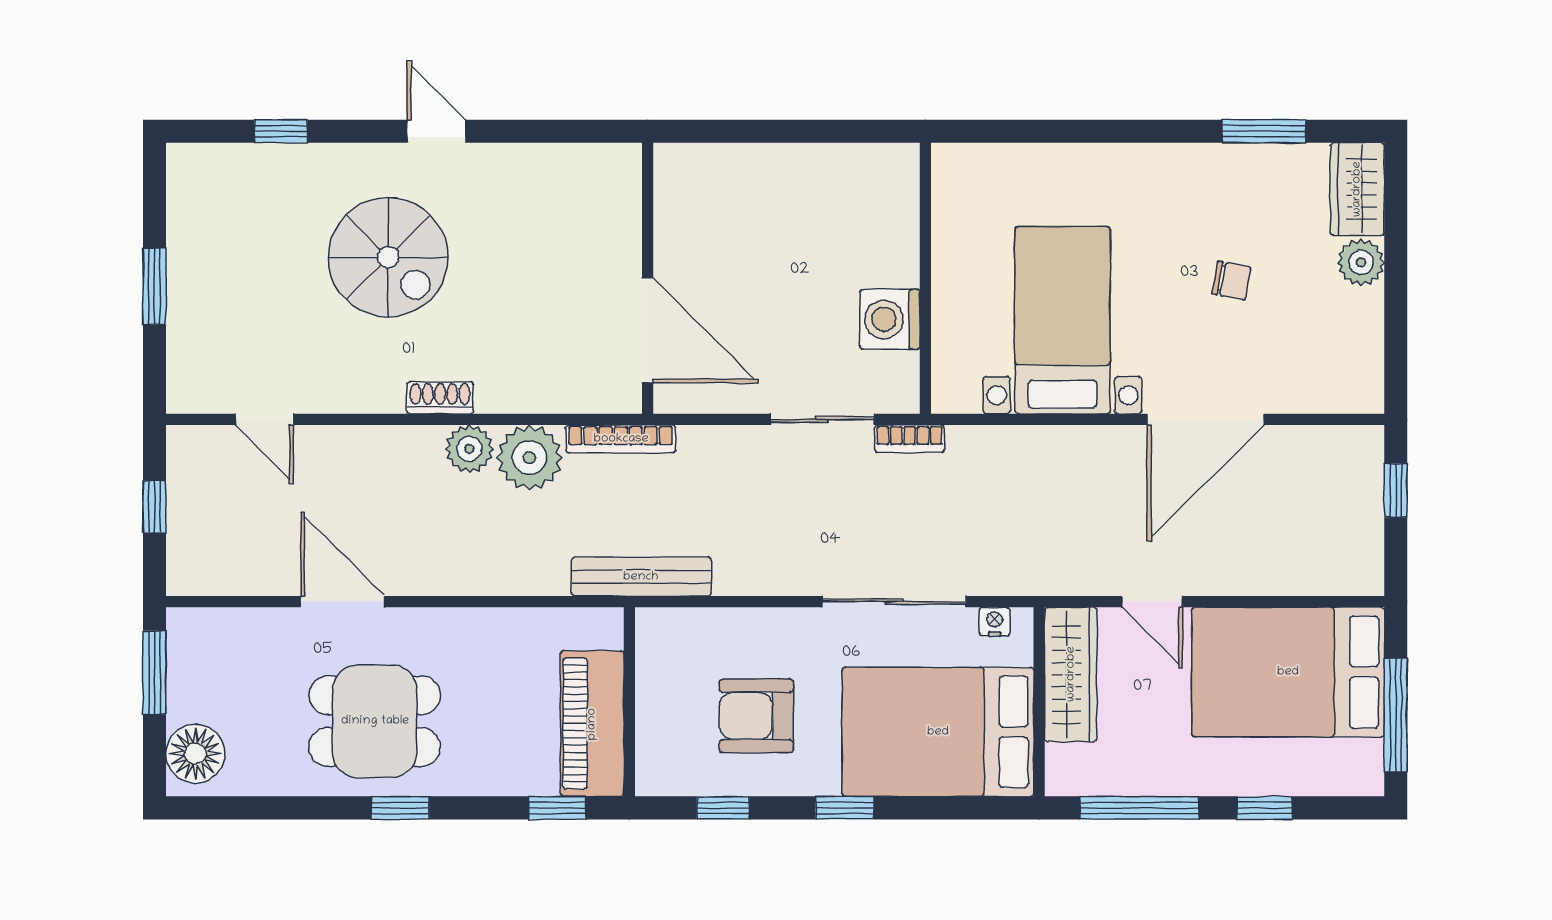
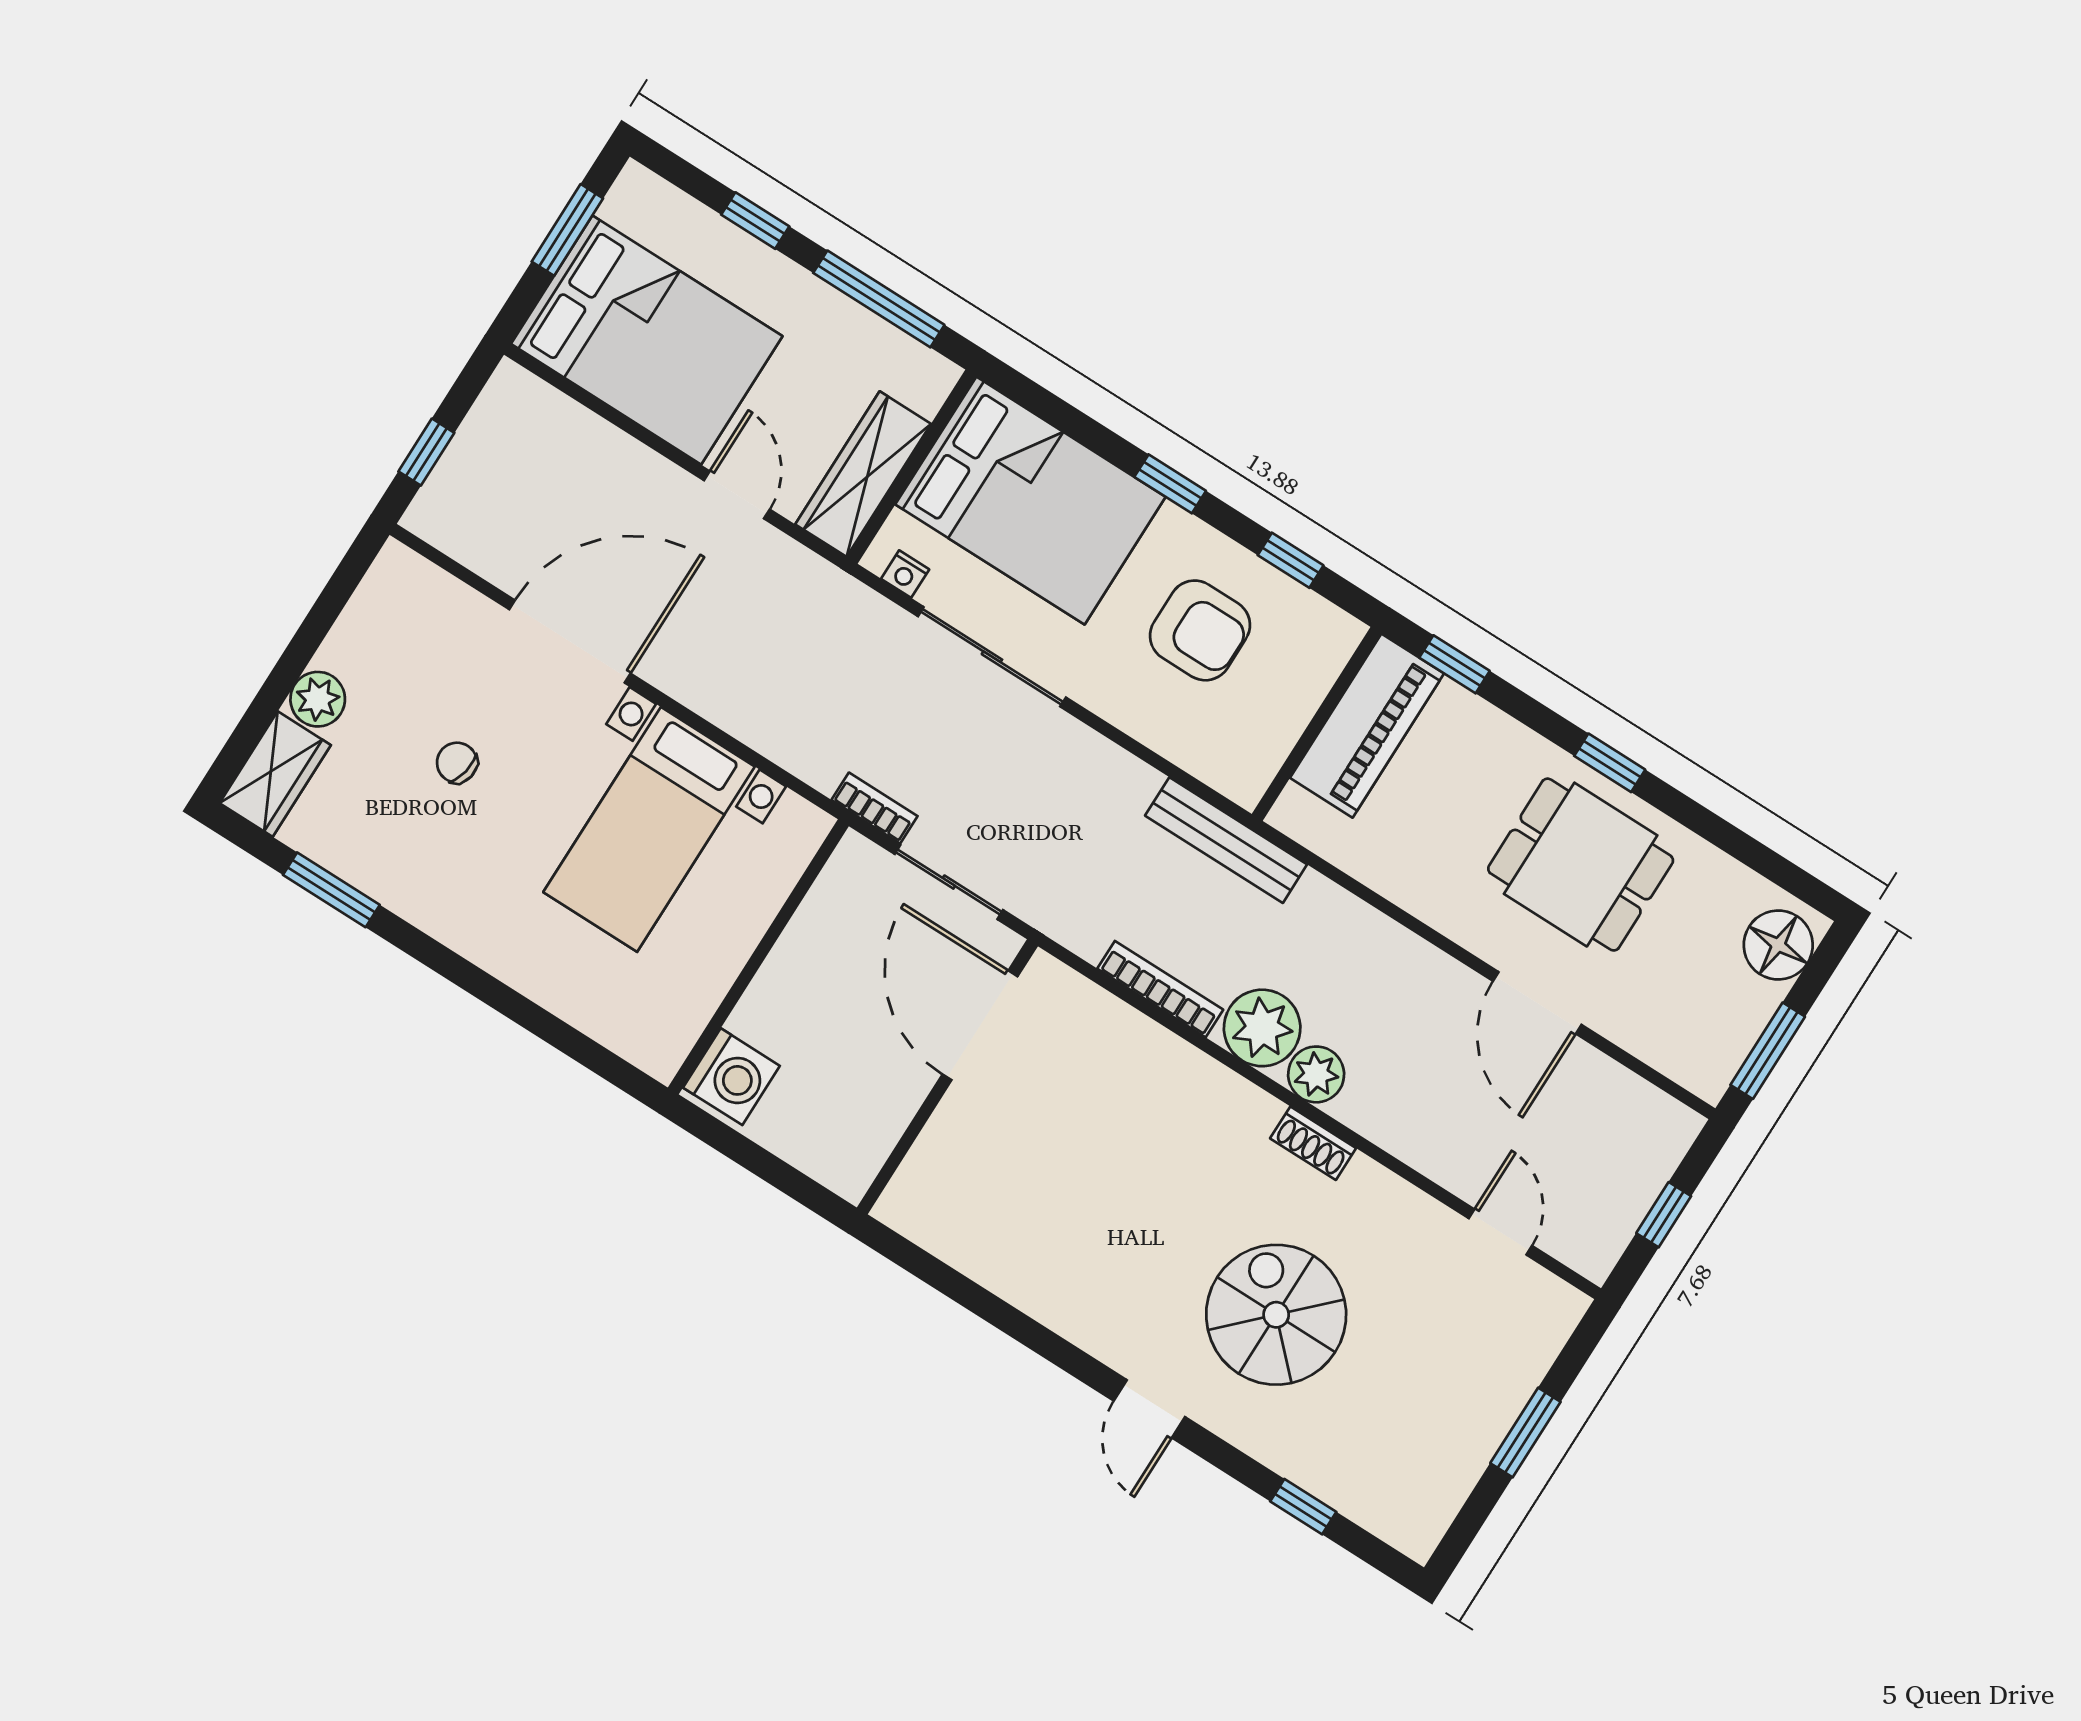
wall: (648, 278) -> (947, 1077), moved
washing machine: (890, 319) -> (731, 1077), moved
door: (648, 330) -> (980, 1025), moved
window: (1396, 715) -> (567, 230), width x0.69

